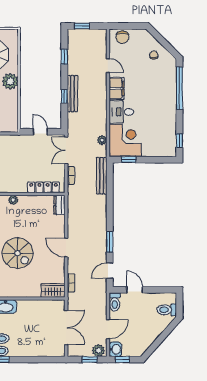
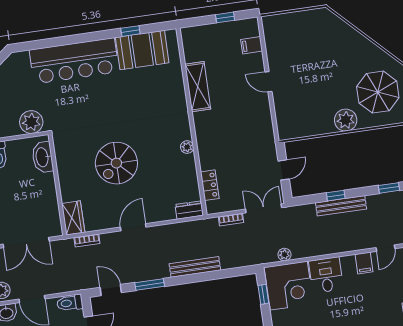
filing cabinet: (117, 88) -> (364, 263), width x0.50
bench: (102, 176) -> (195, 267), moved
locker: (44, 187) -> (210, 185), width x0.66

